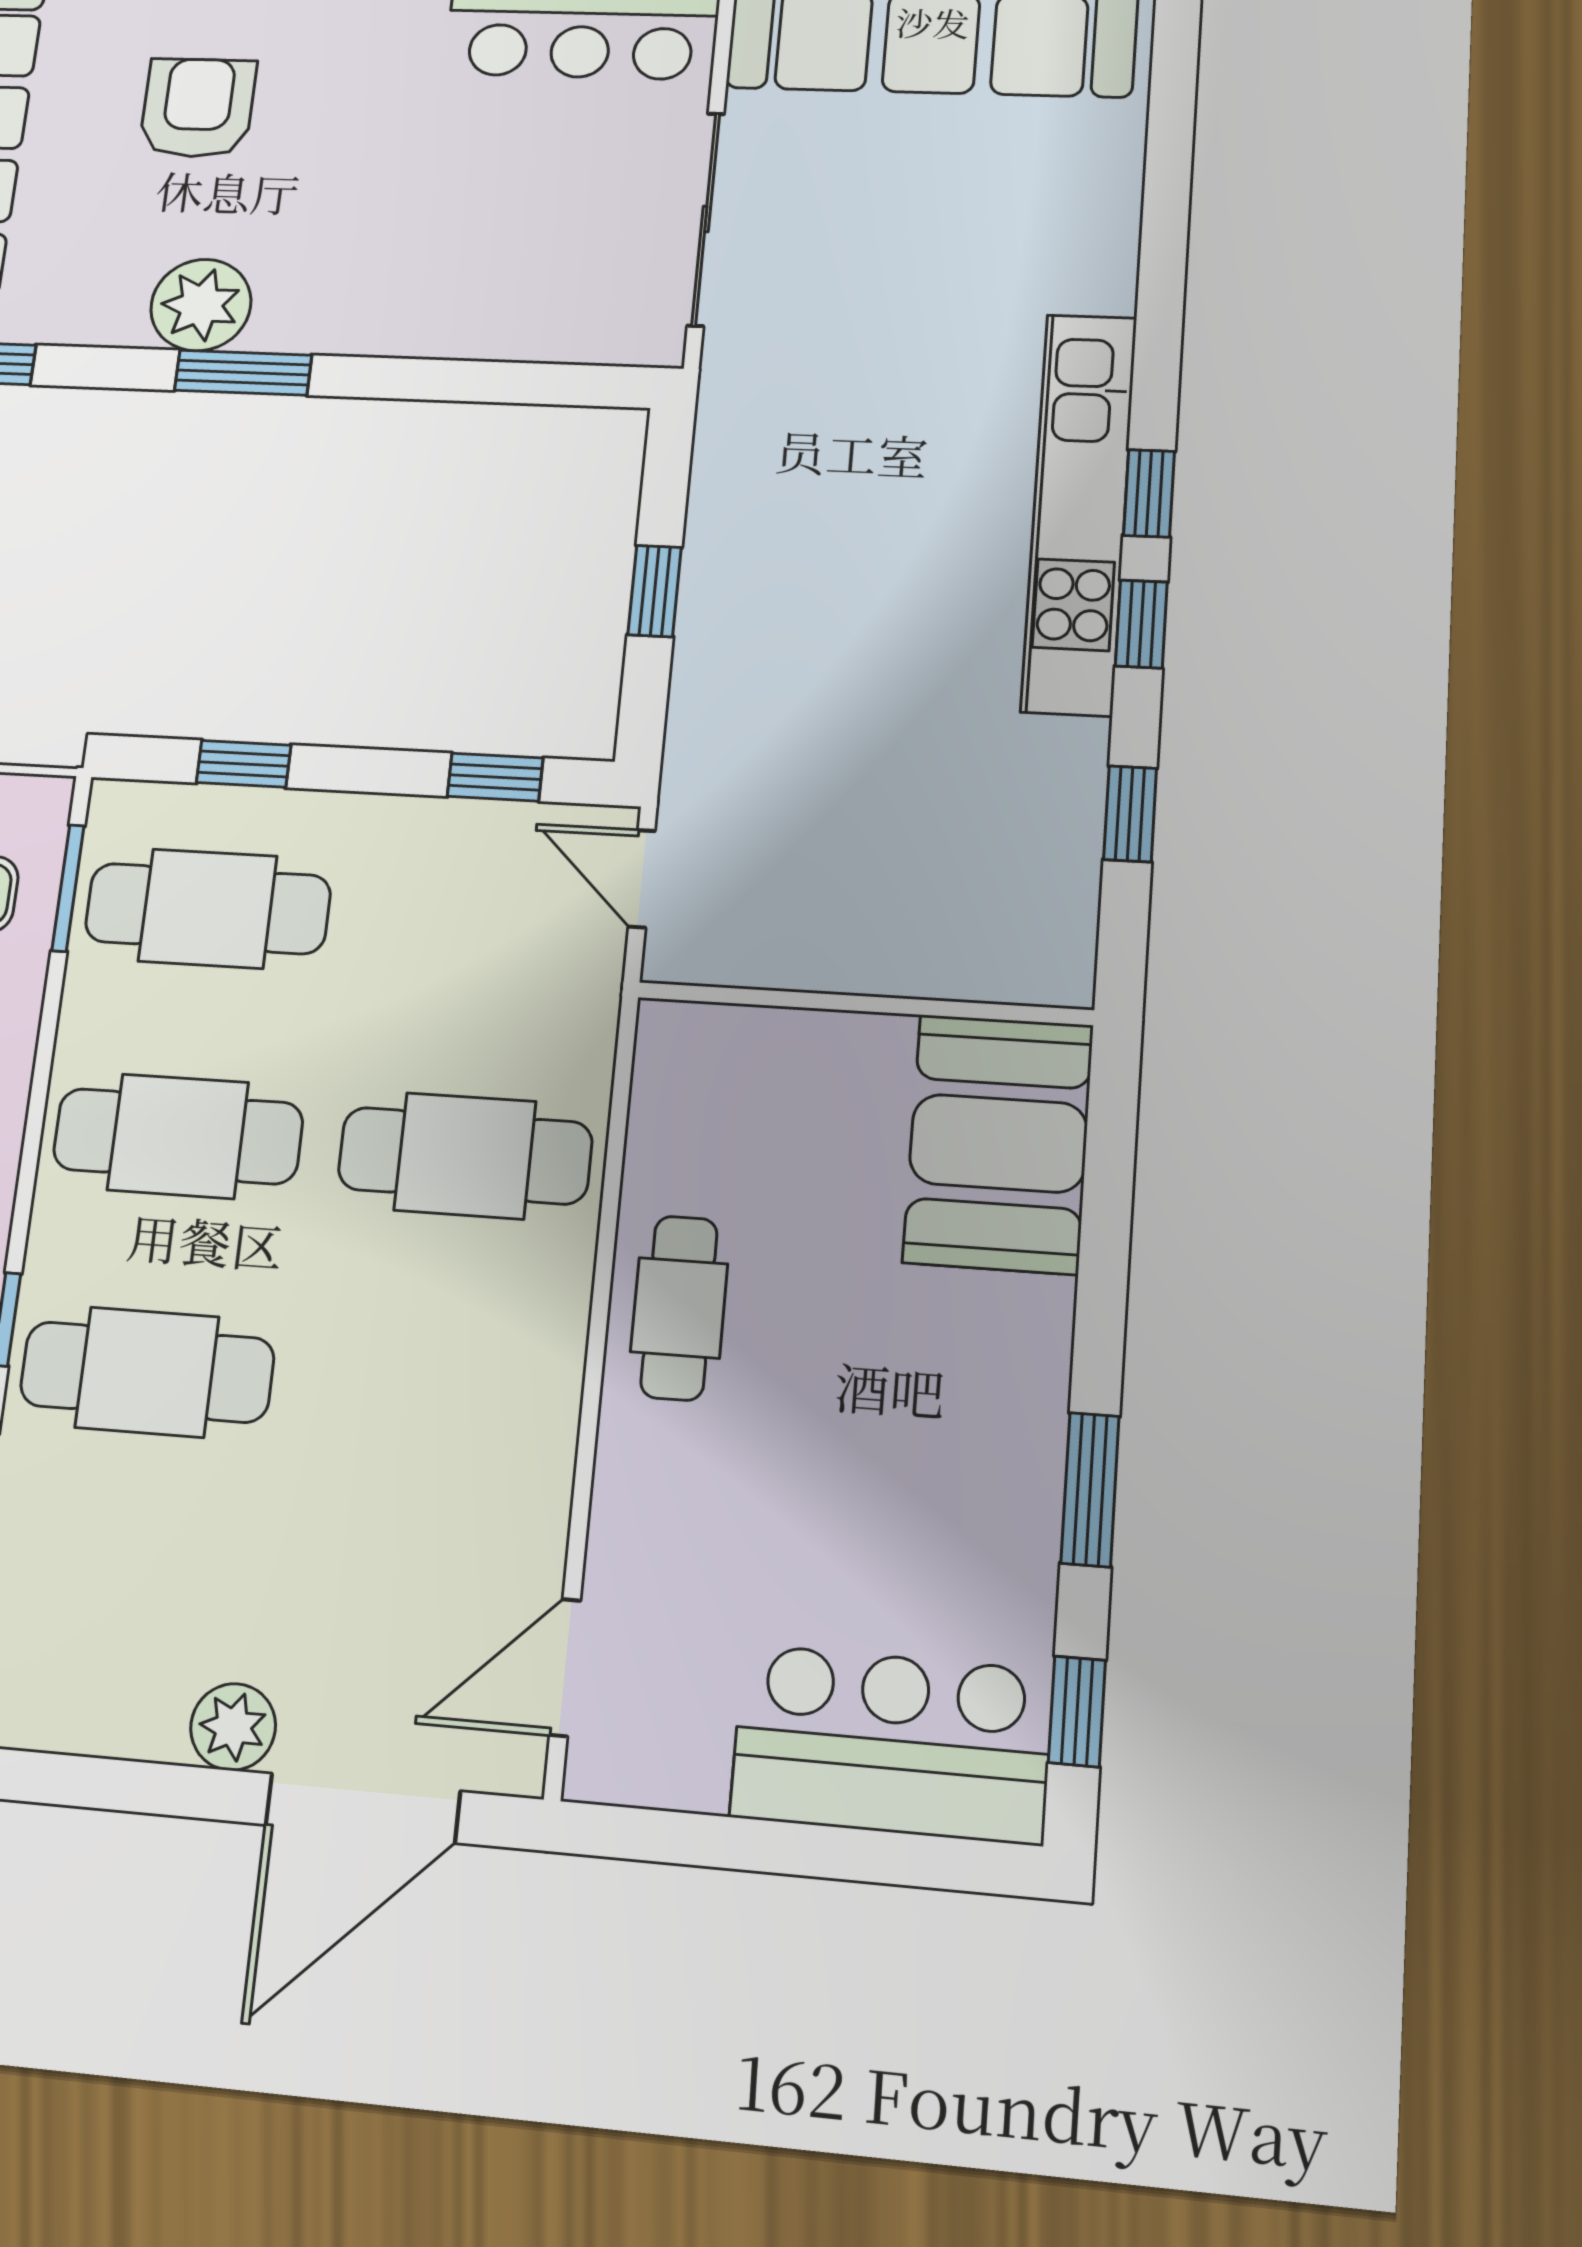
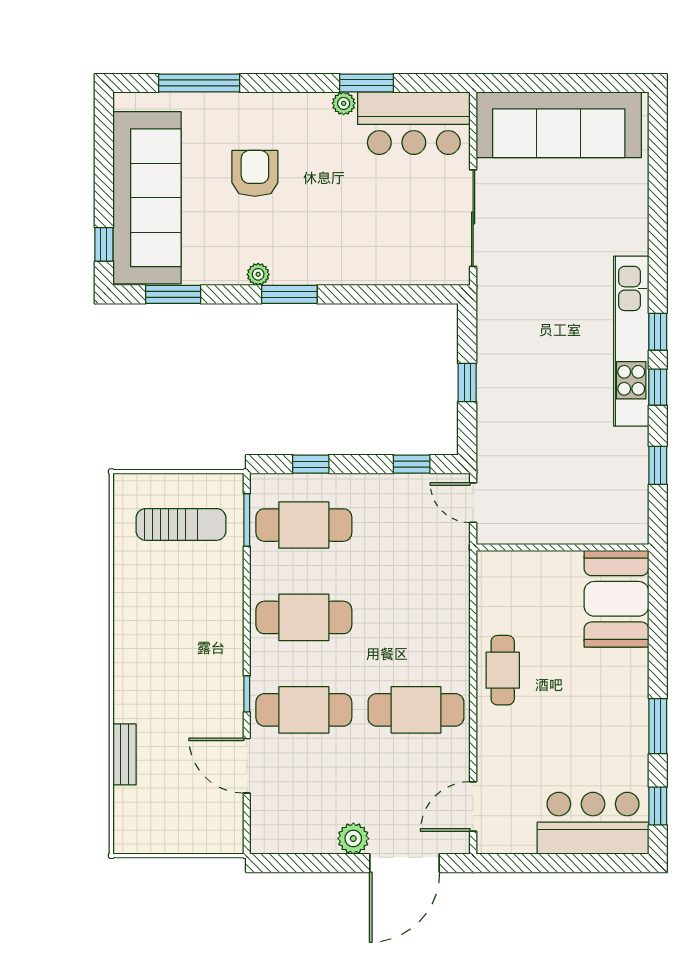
plant: (201, 305) -> (258, 274), width x0.53, depth x0.53
cafe table: (465, 1156) -> (416, 710), moved

